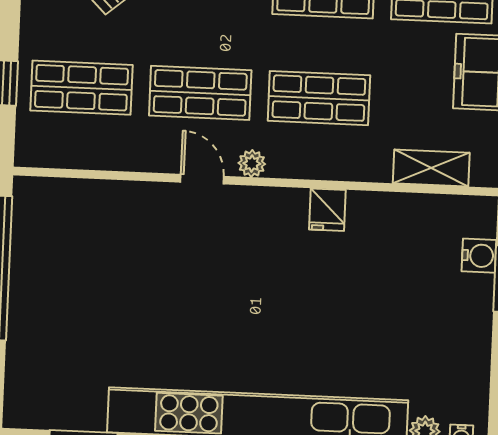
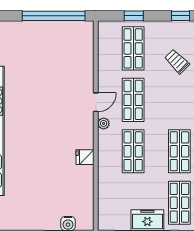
shelving: (431, 168) -> (105, 201), removed

